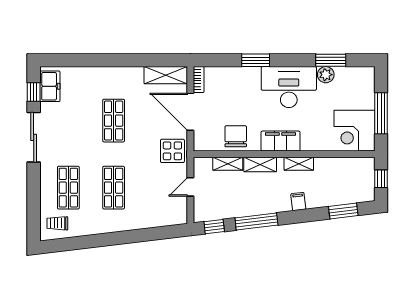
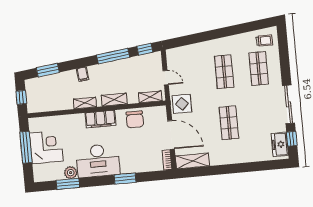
corner desk: (354, 131) -> (46, 147), moved
shelving: (228, 164) -> (150, 97), moved
door: (190, 187) -> (166, 78), hinge flipped

